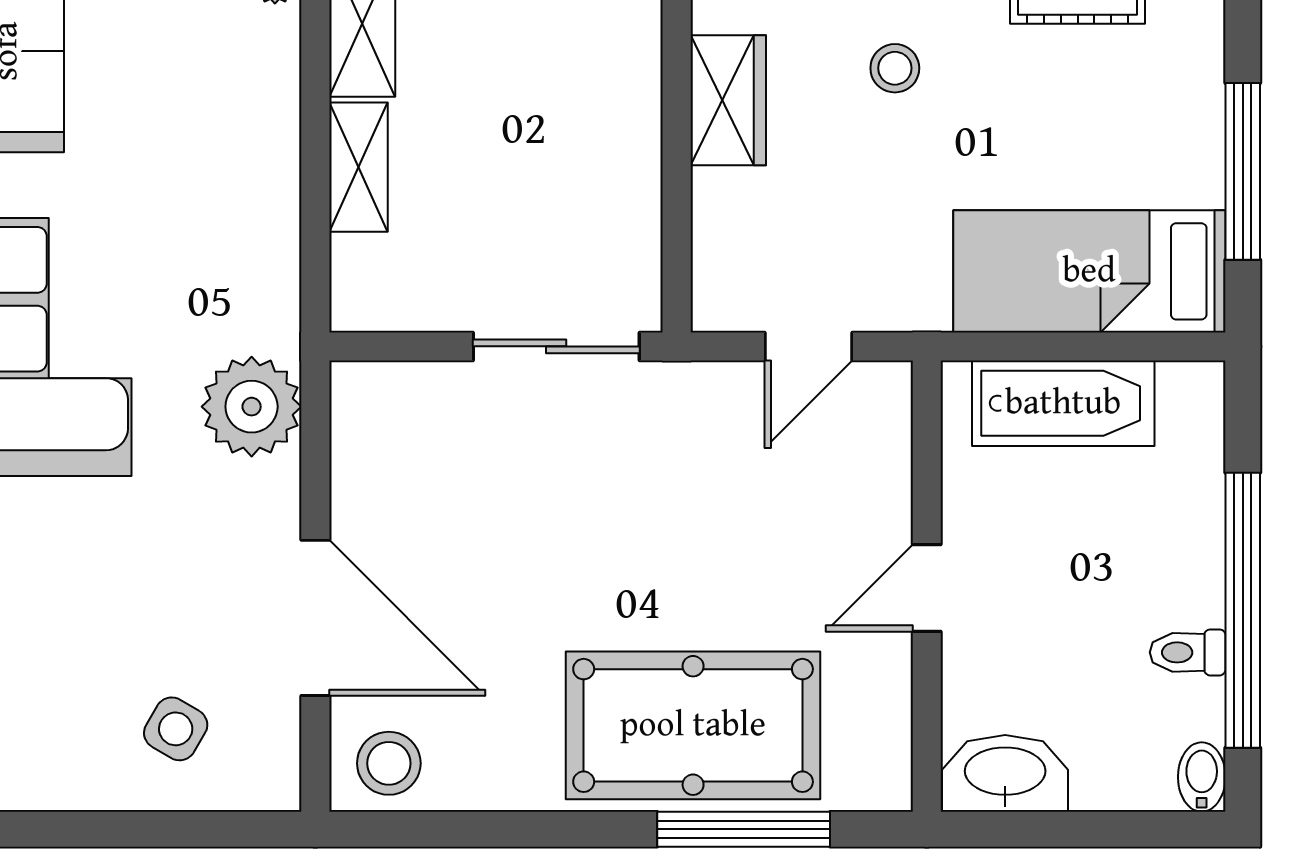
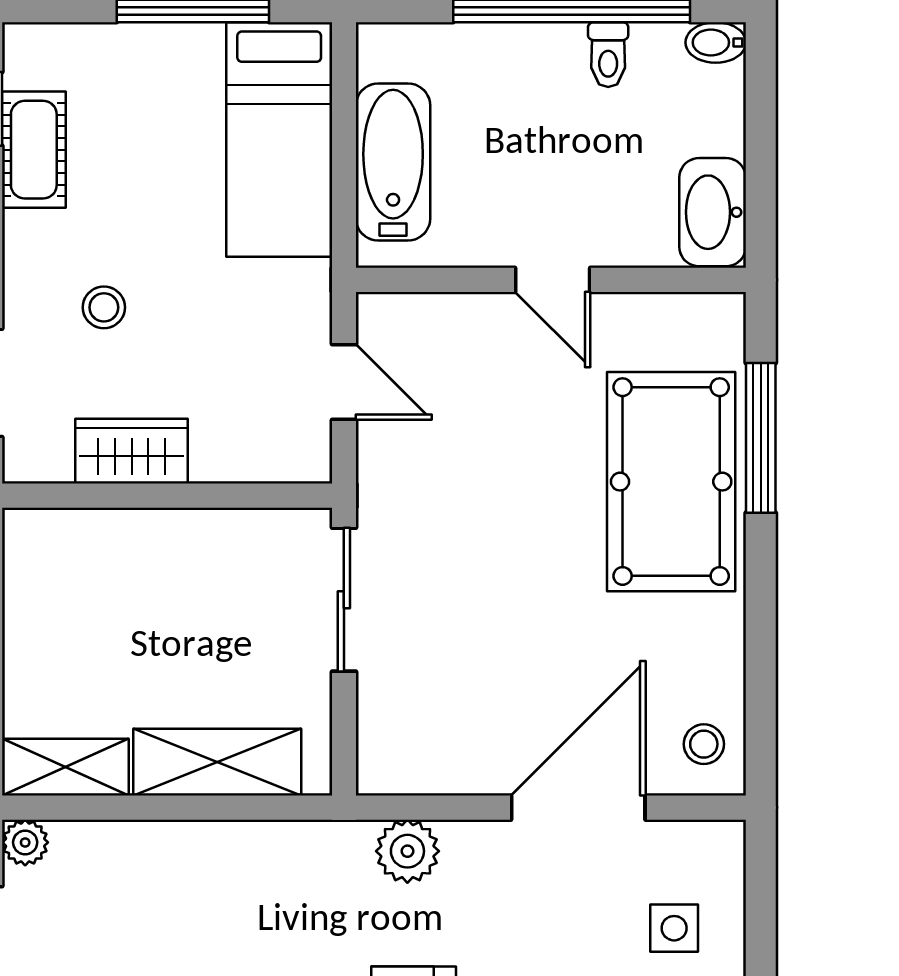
shelving: (358, 167) -> (217, 762), width x1.50, depth x1.33
plant: (252, 407) -> (407, 851), width x0.73, depth x0.73
side table: (176, 729) -> (674, 928), turned -30
stool: (389, 763) -> (704, 744), width x0.73, depth x0.73

